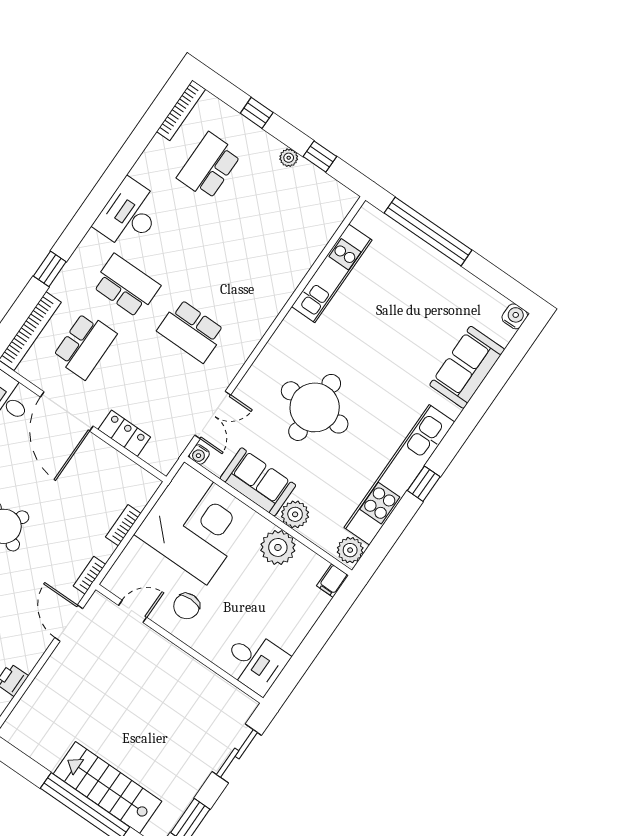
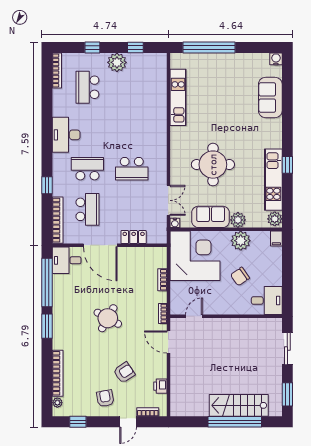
plant: (289, 158) -> (117, 62), width x1.87, depth x1.87
kitchen unit: (399, 475) -> (273, 180), width x0.73
chair: (187, 606) -> (240, 276), moved, turned 55

